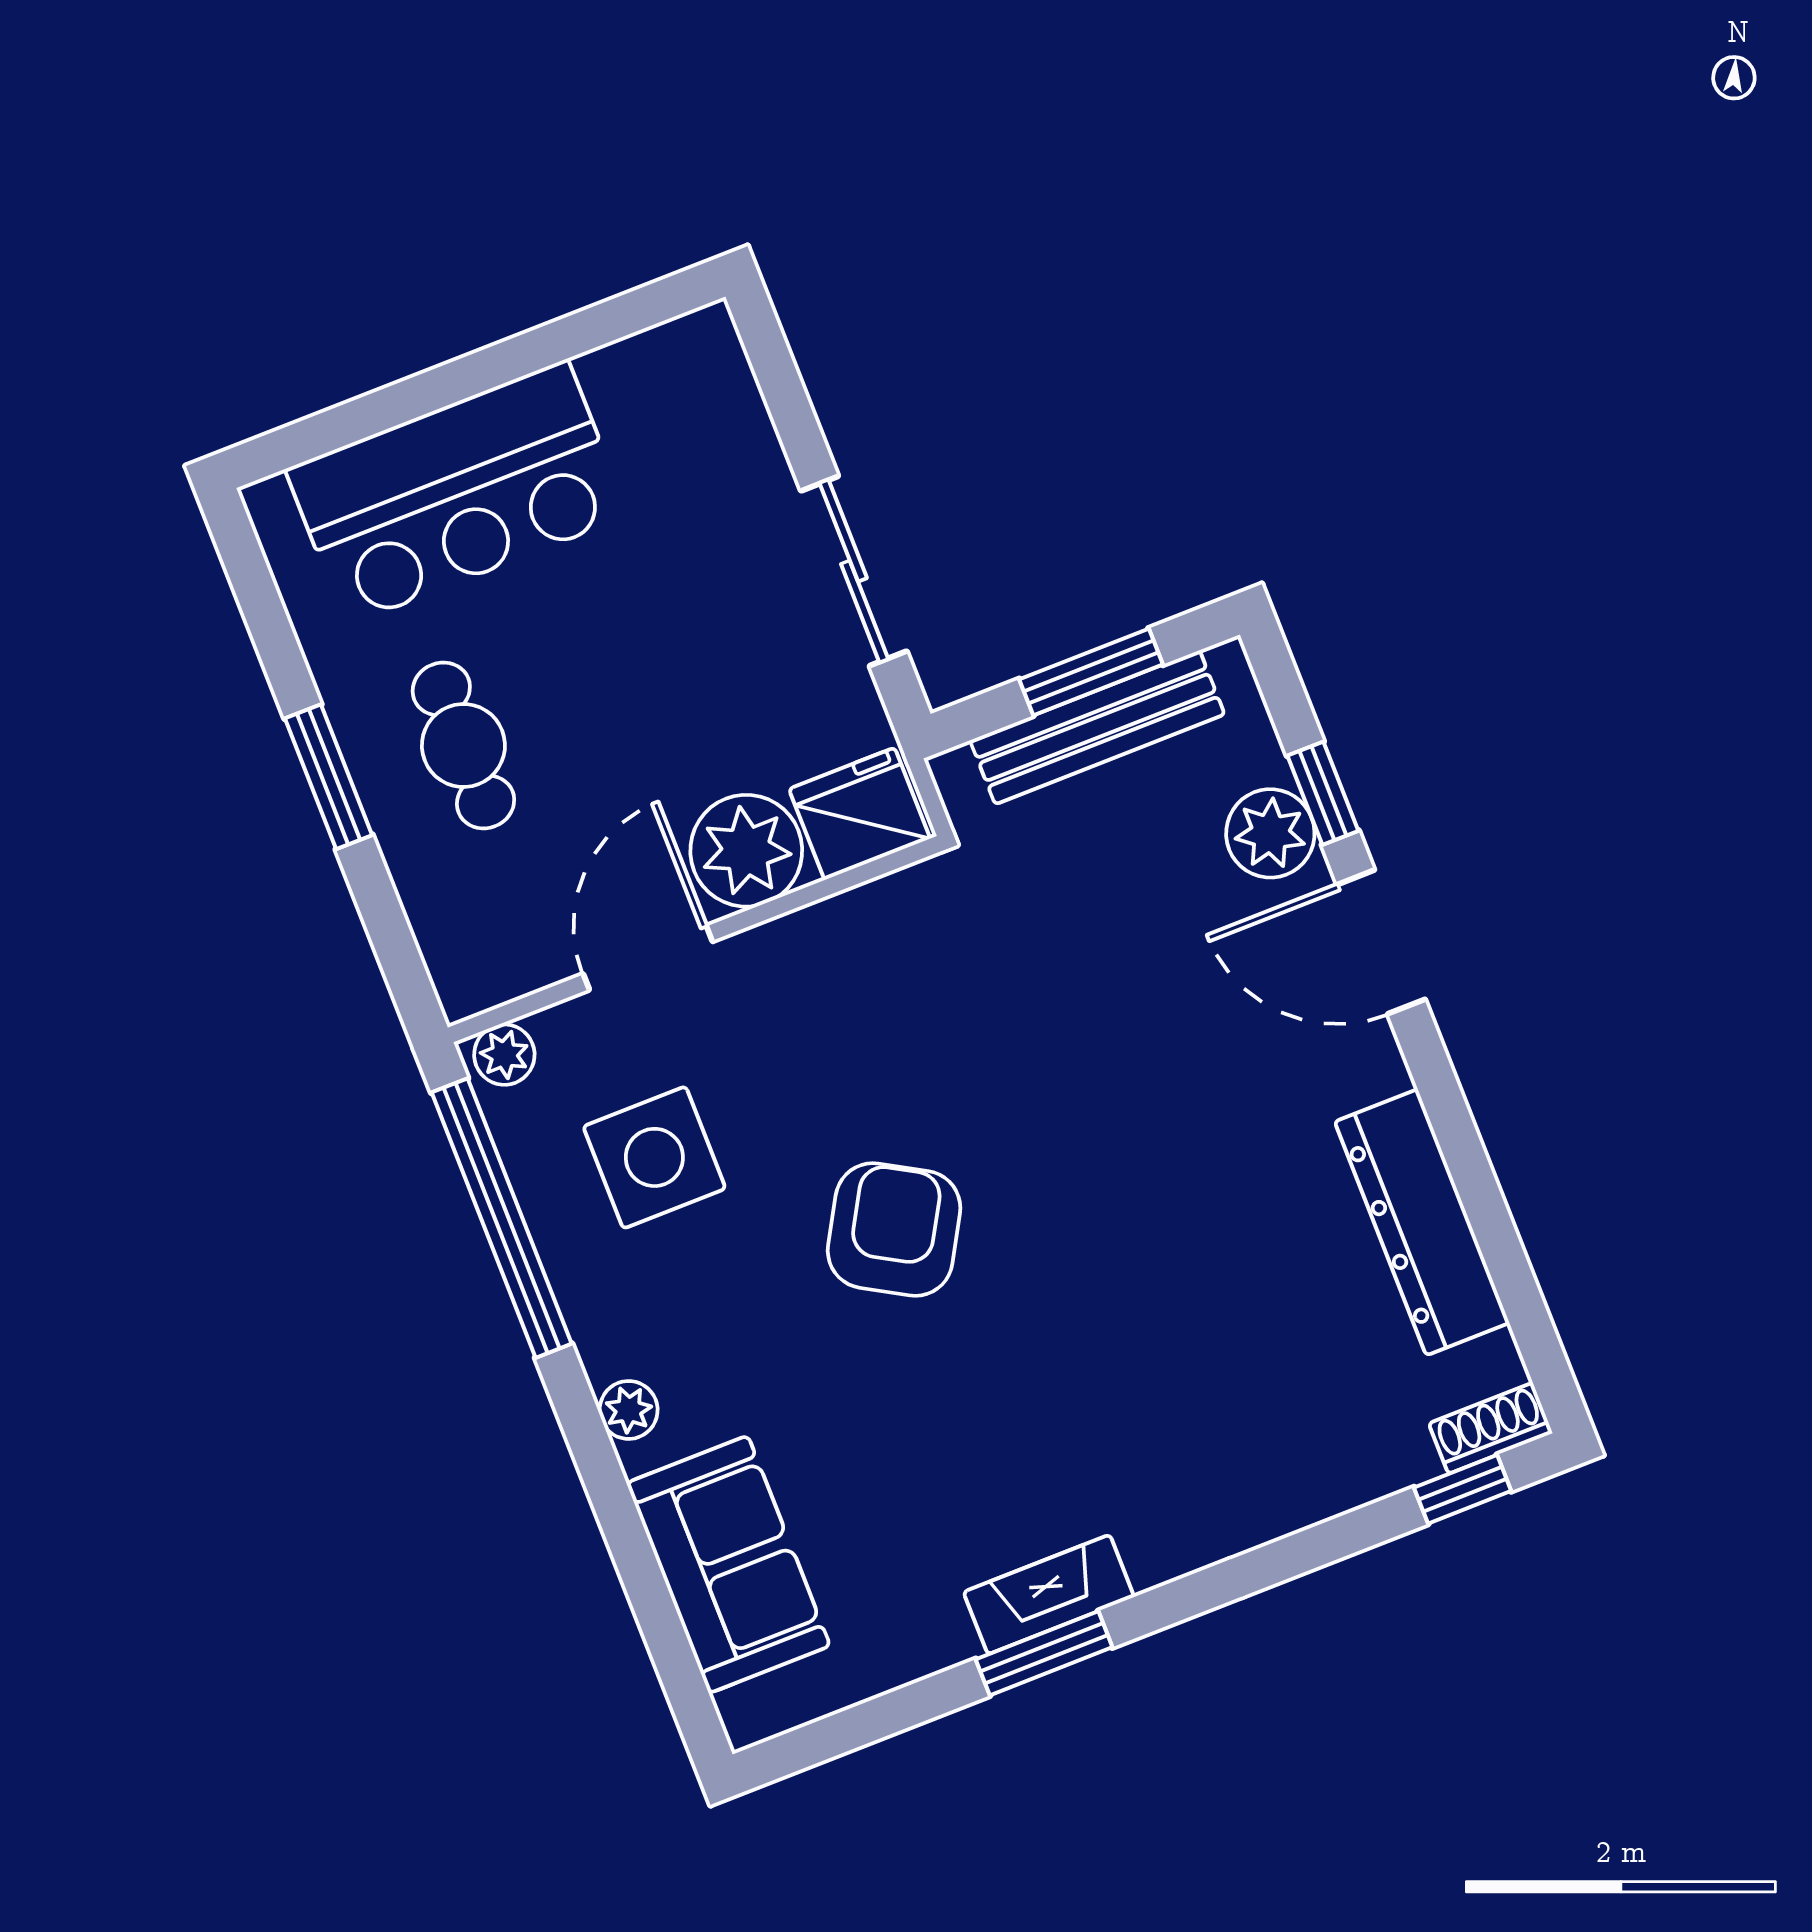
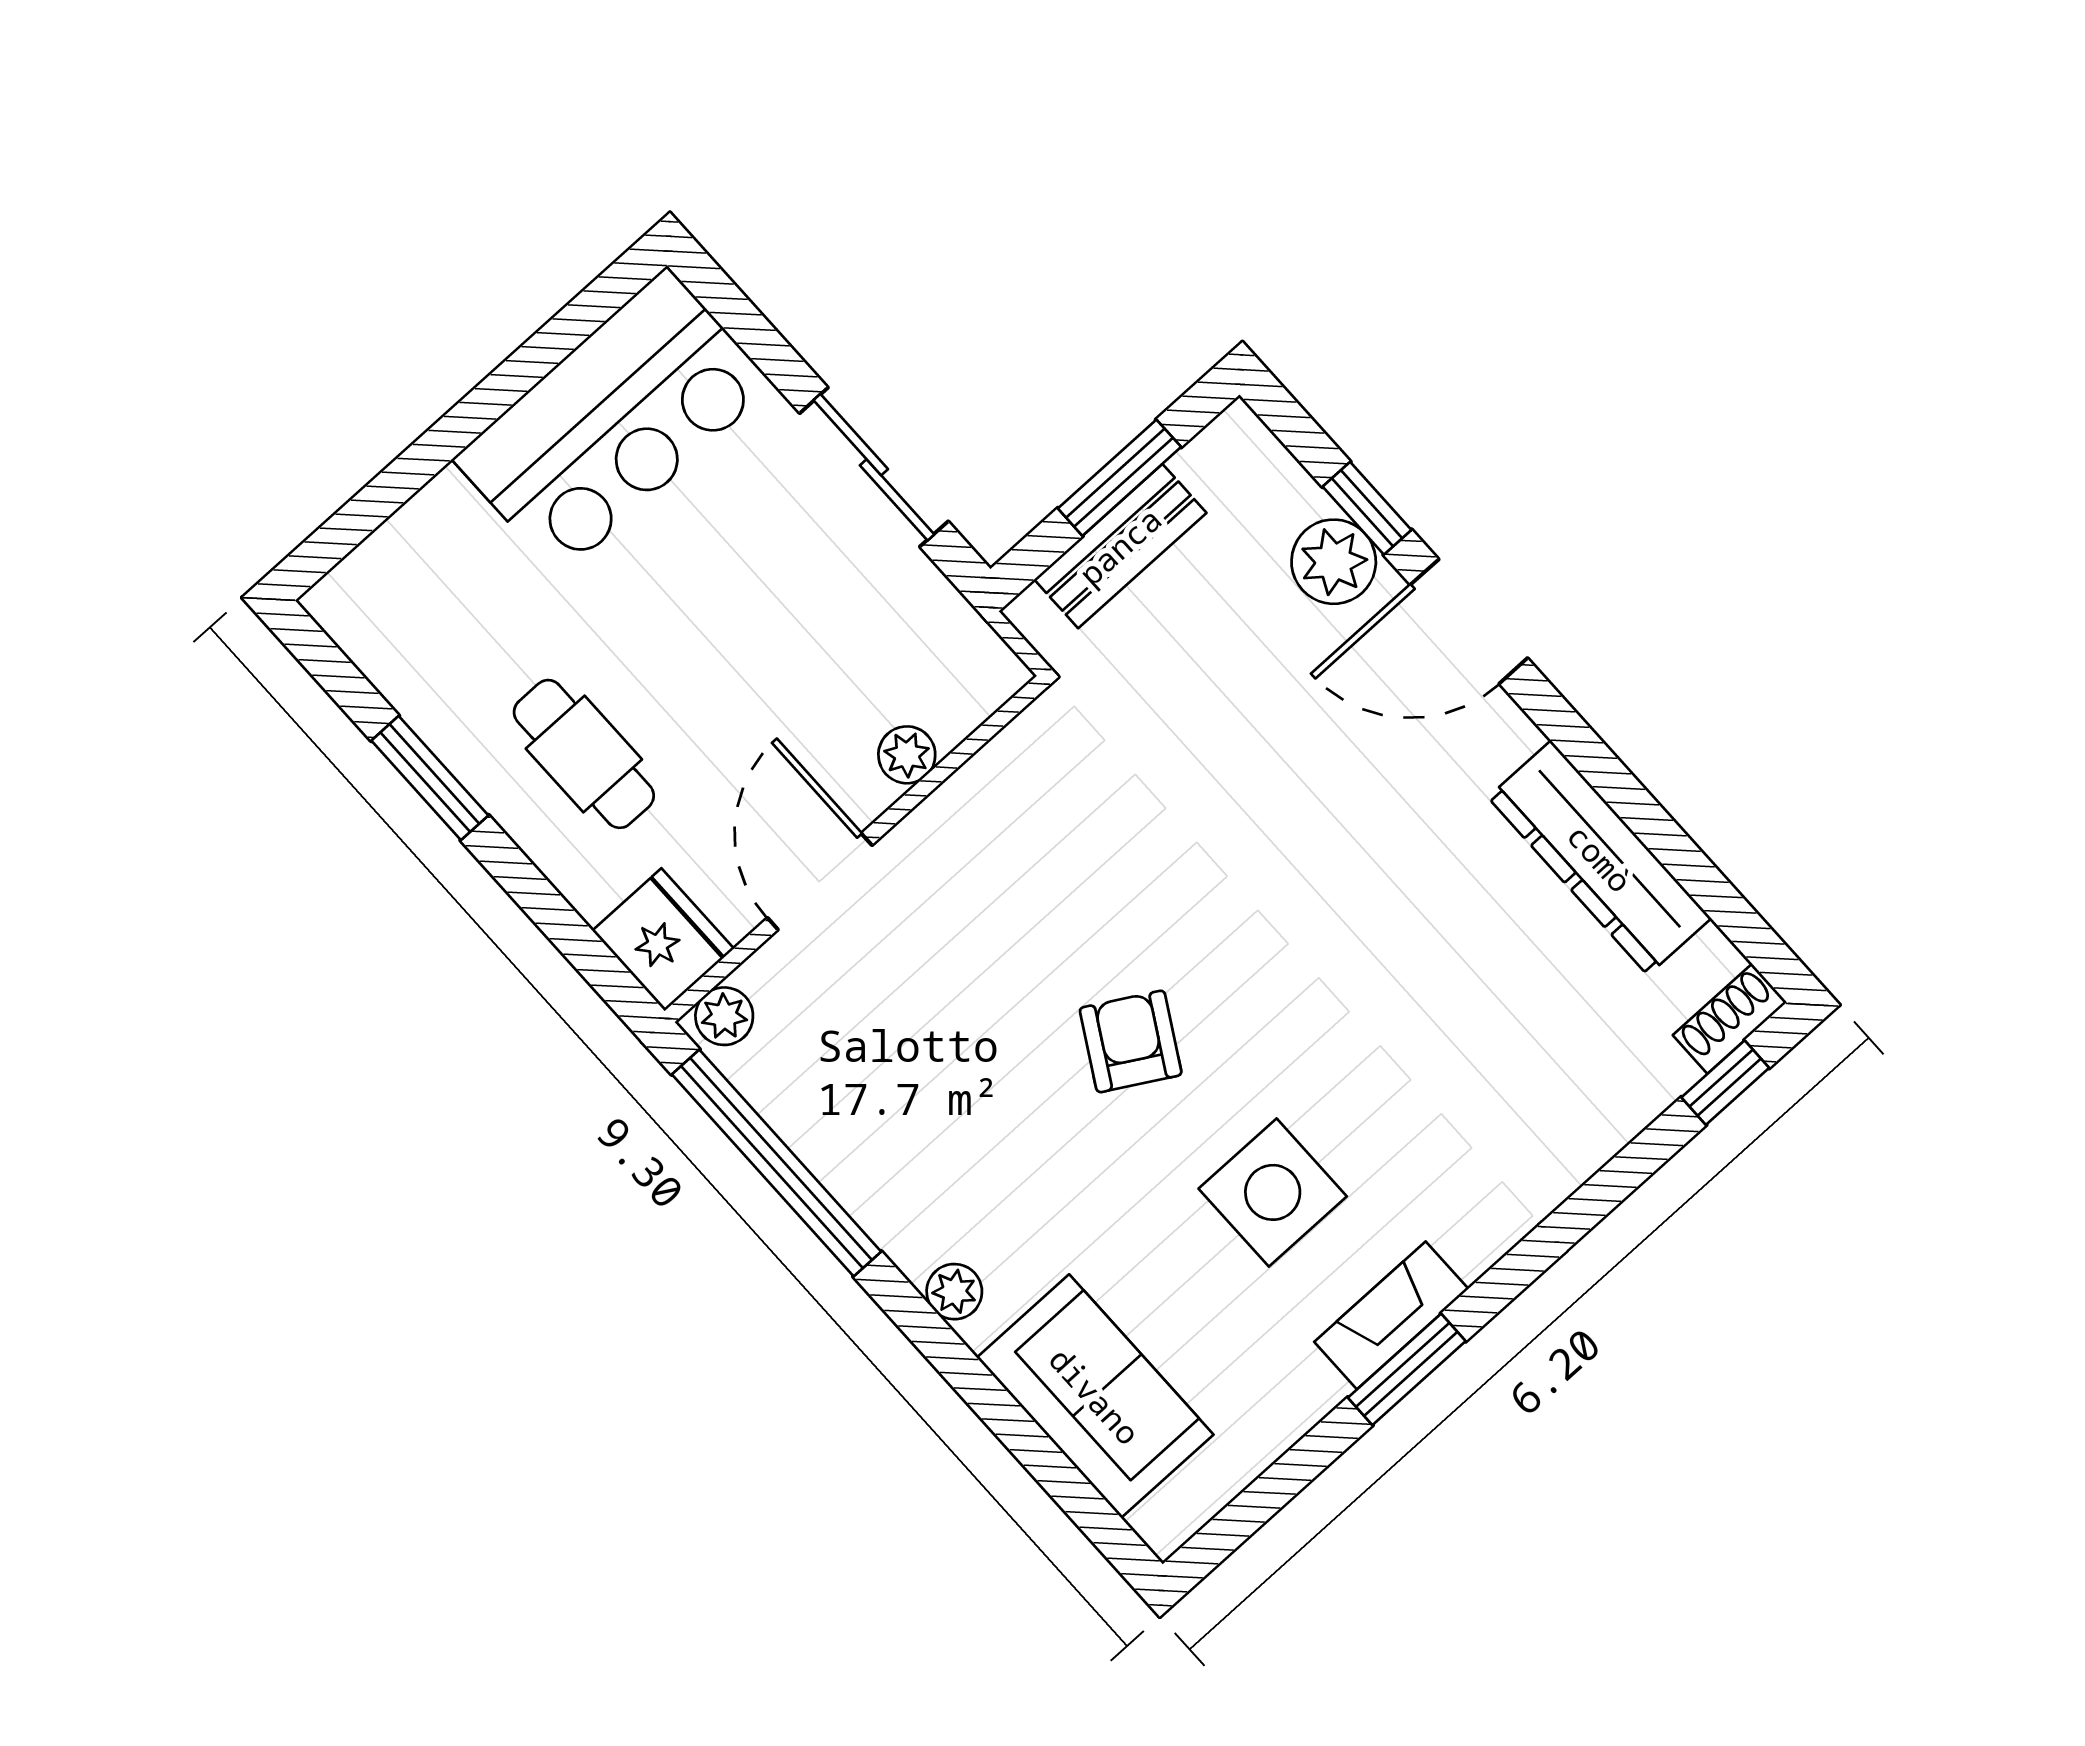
bar counter: (457, 492) -> (613, 422), moved
bench: (1097, 727) -> (1120, 546), width x0.73
window: (329, 777) -> (430, 778), moved
fridge: (860, 814) -> (663, 940), moved, turned 90
plant: (746, 851) -> (907, 755), width x0.53, depth x0.53
side table: (654, 1157) -> (1273, 1192), moved
armchair: (894, 1229) -> (1131, 1041), width x0.72, depth x0.72

